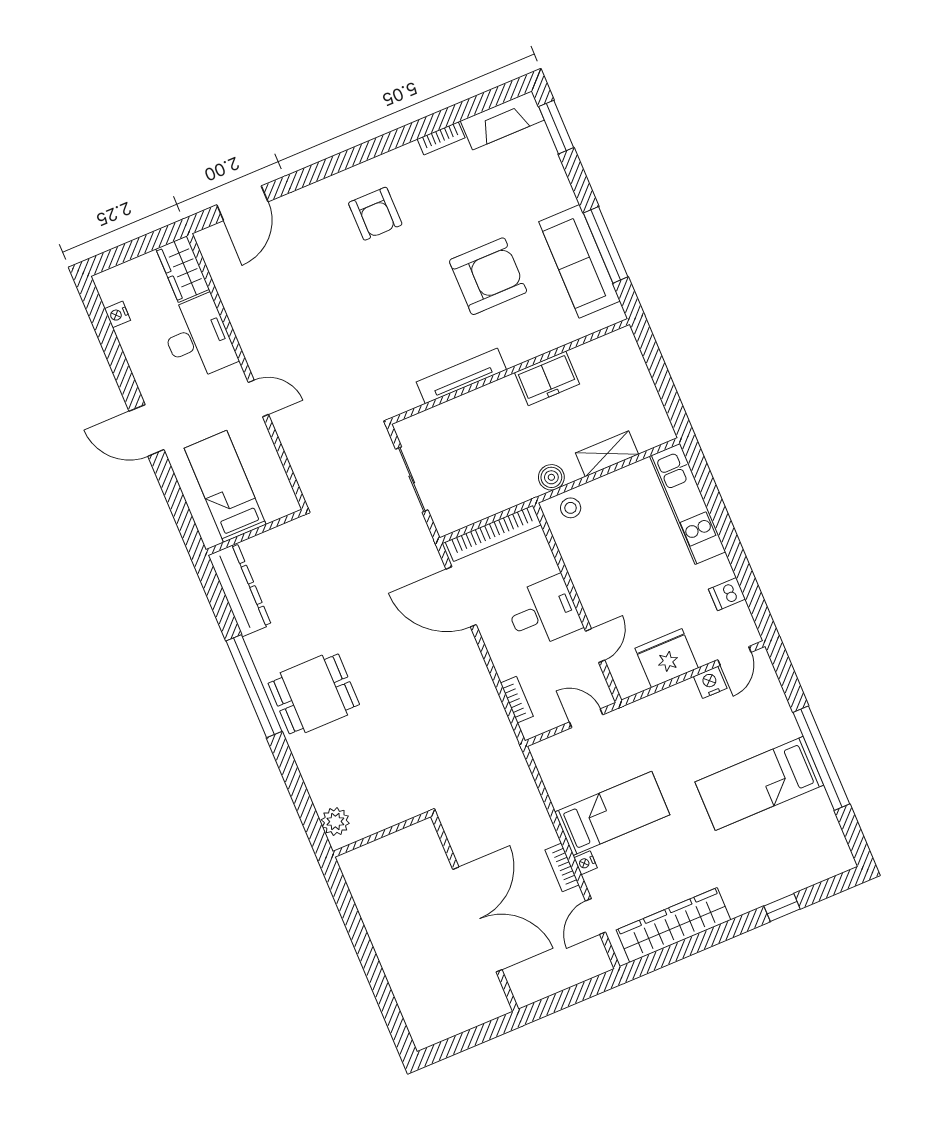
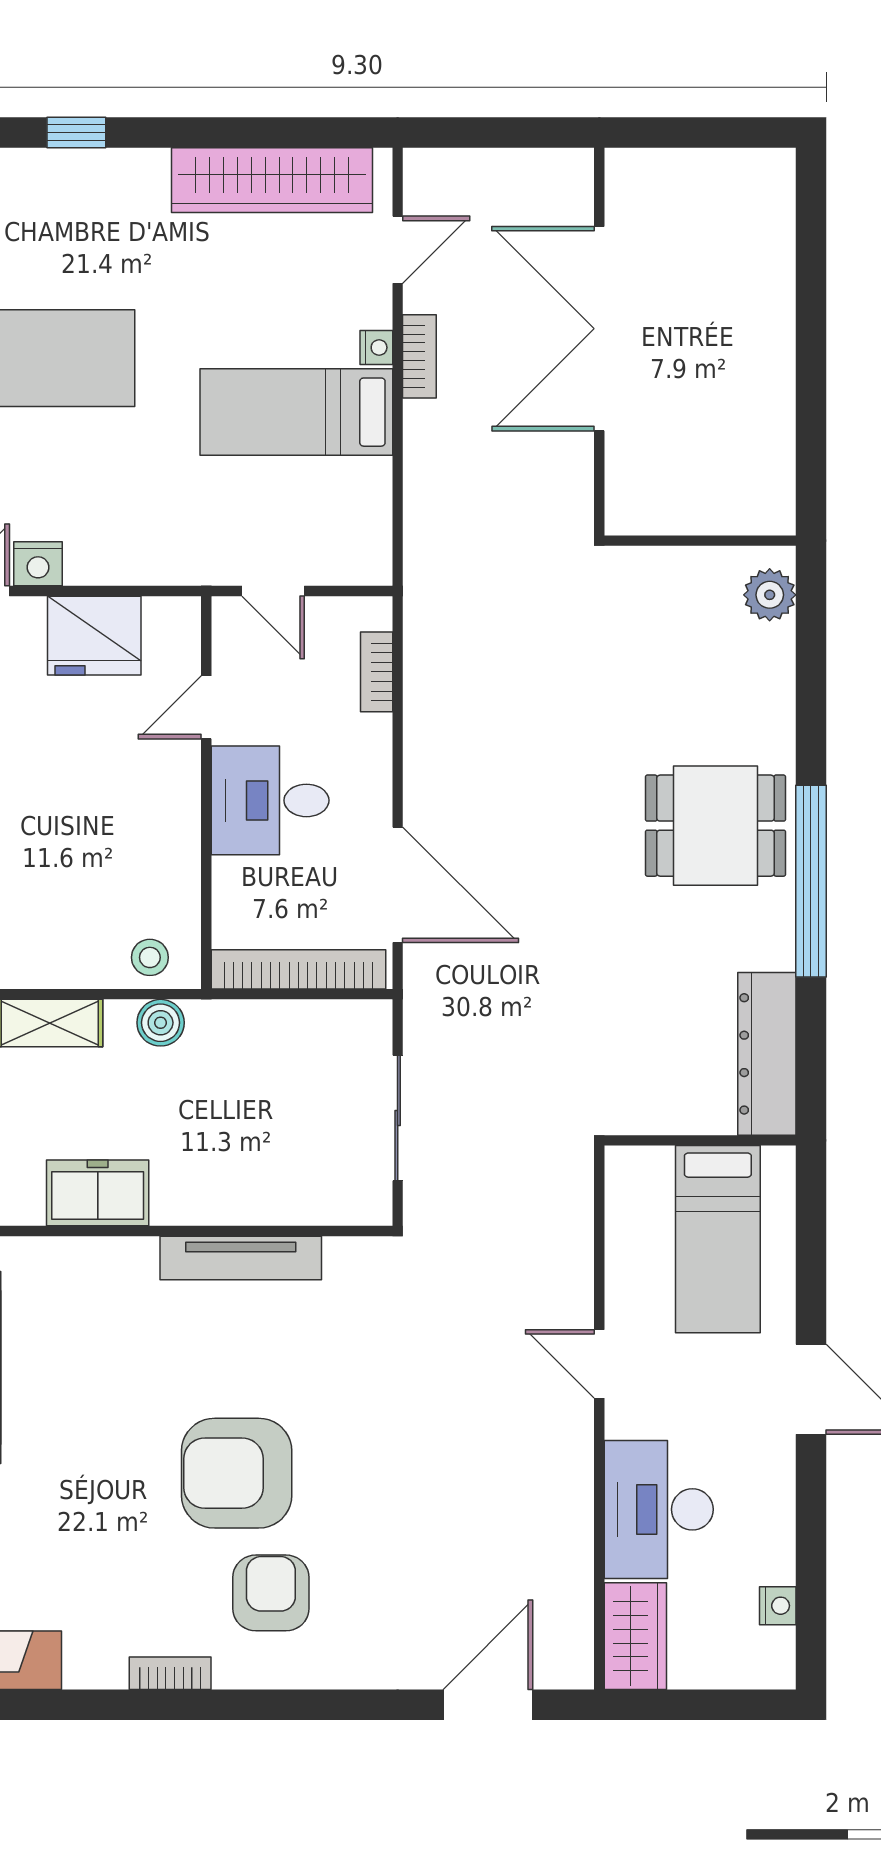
bookcase: (441, 138) -> (170, 1673), moved
armchair: (488, 276) -> (237, 1473), moved

